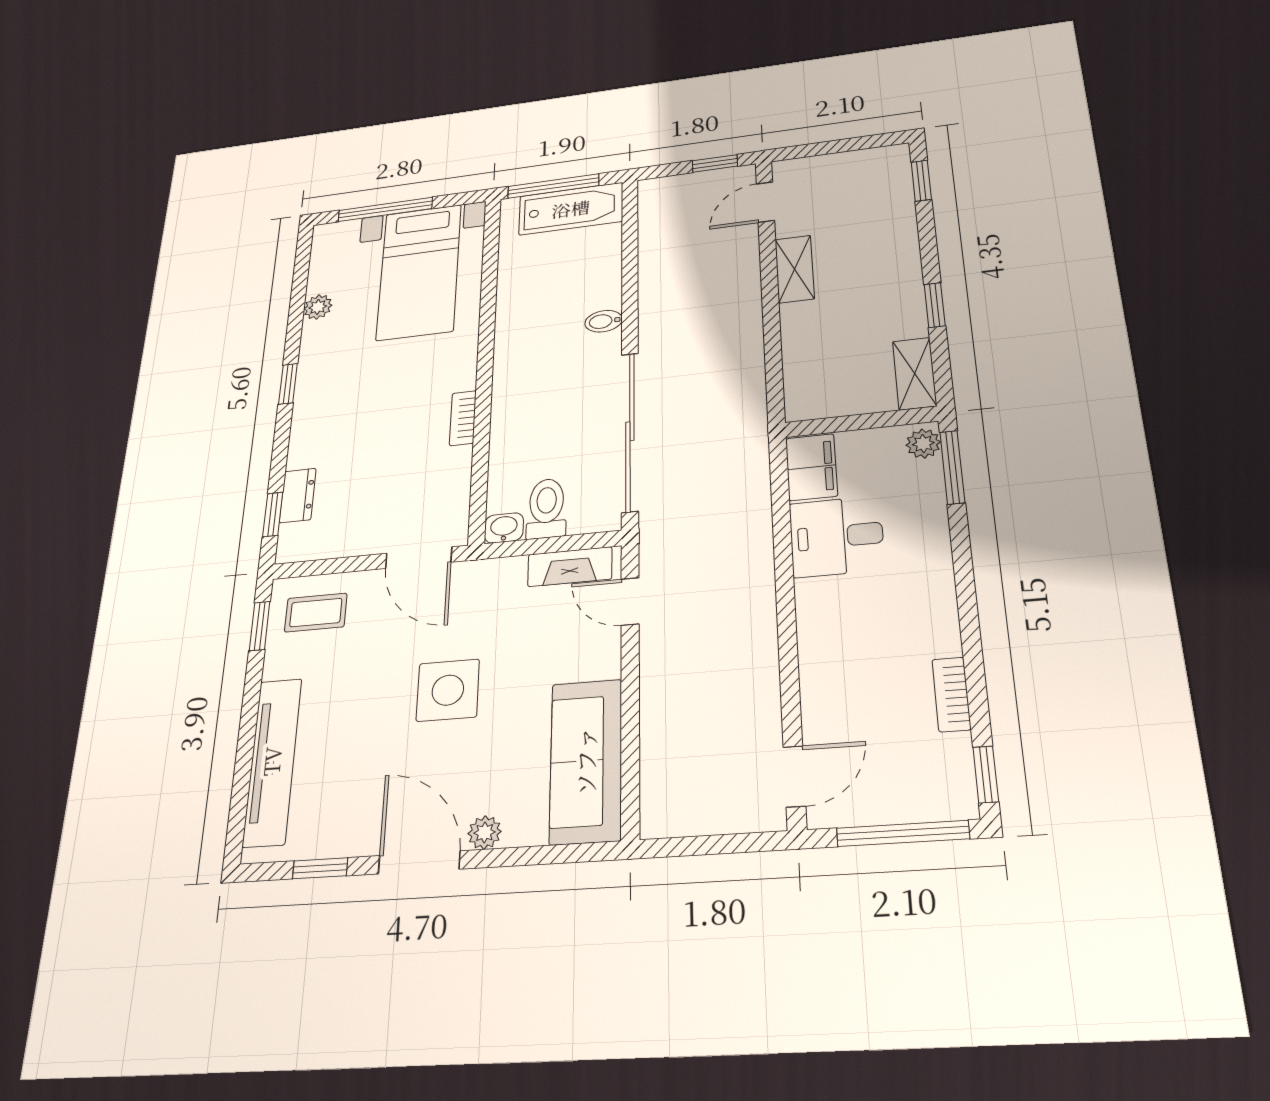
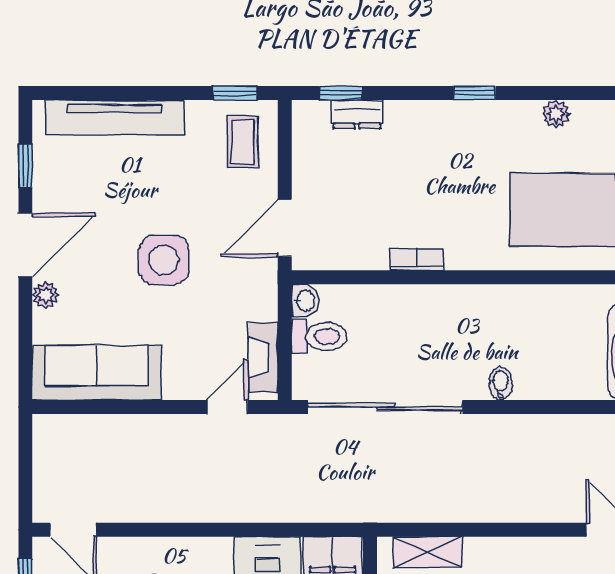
shelving: (795, 269) -> (428, 552), moved

